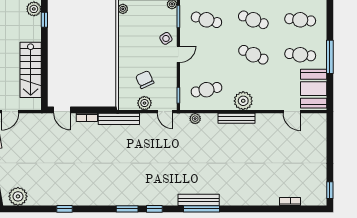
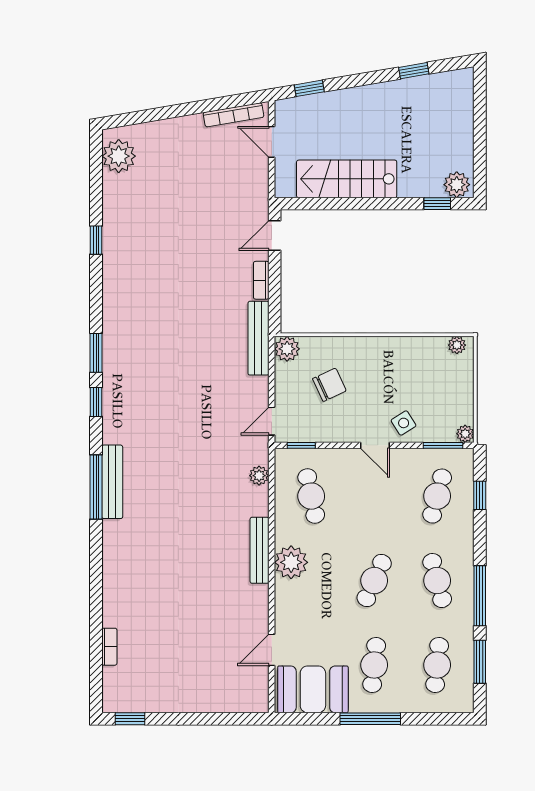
cafe table: (253, 20) -> (437, 581), turned -36
plant: (144, 103) -> (287, 349), moved

